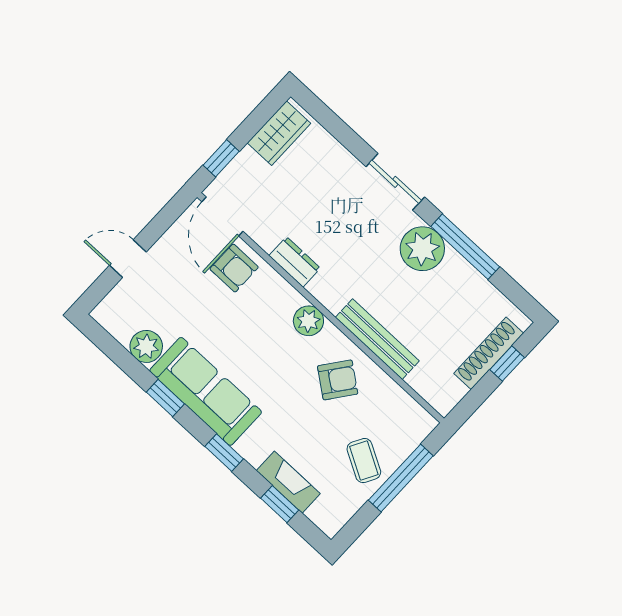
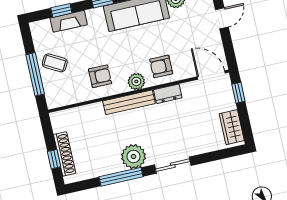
armchair: (234, 268) -> (161, 66), moved
bench: (377, 339) -> (129, 102), moved
armchair: (338, 380) -> (100, 76), turned -127

